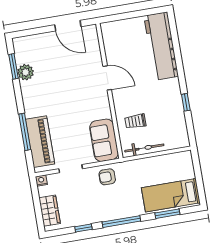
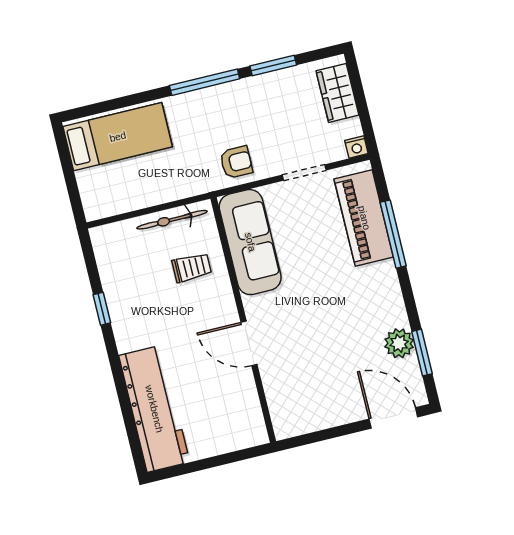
door: (68, 26) -> (393, 418), moved
sofa: (104, 140) -> (250, 242), width x1.36
window: (167, 214) -> (122, 102), removed
window: (83, 228) -> (273, 65), width x1.50

